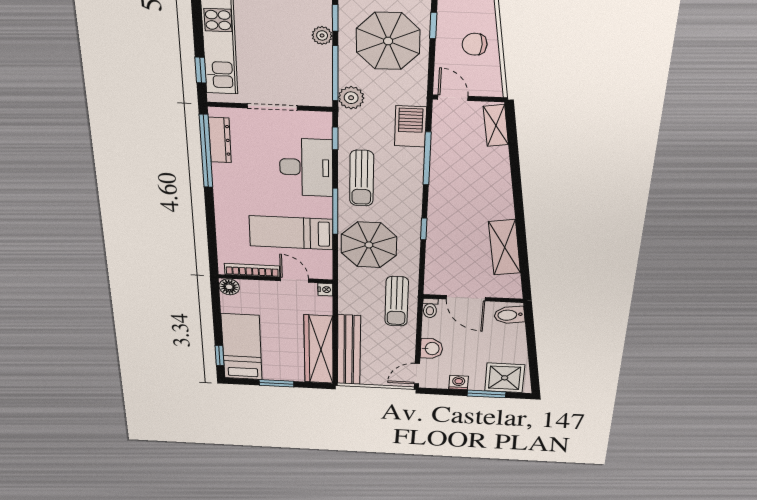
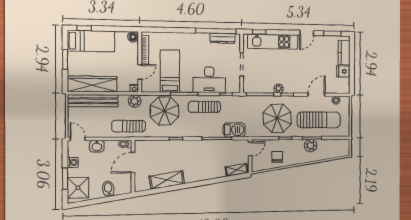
plant: (351, 98) -> (135, 101), moved
bidet: (509, 315) -> (108, 189), moved

